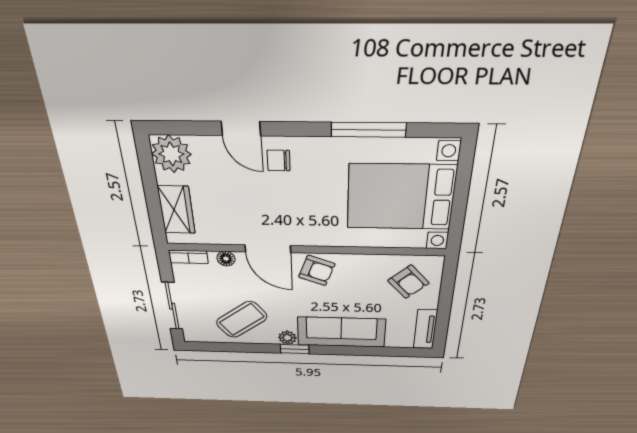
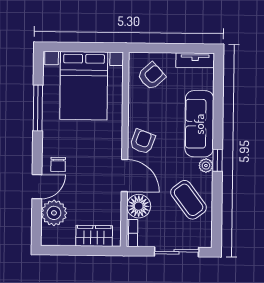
plant: (171, 154) -> (54, 213), moved
door: (268, 249) -> (124, 176), hinge flipped
floor lamp: (226, 259) -> (139, 206), width x1.89, depth x1.89

